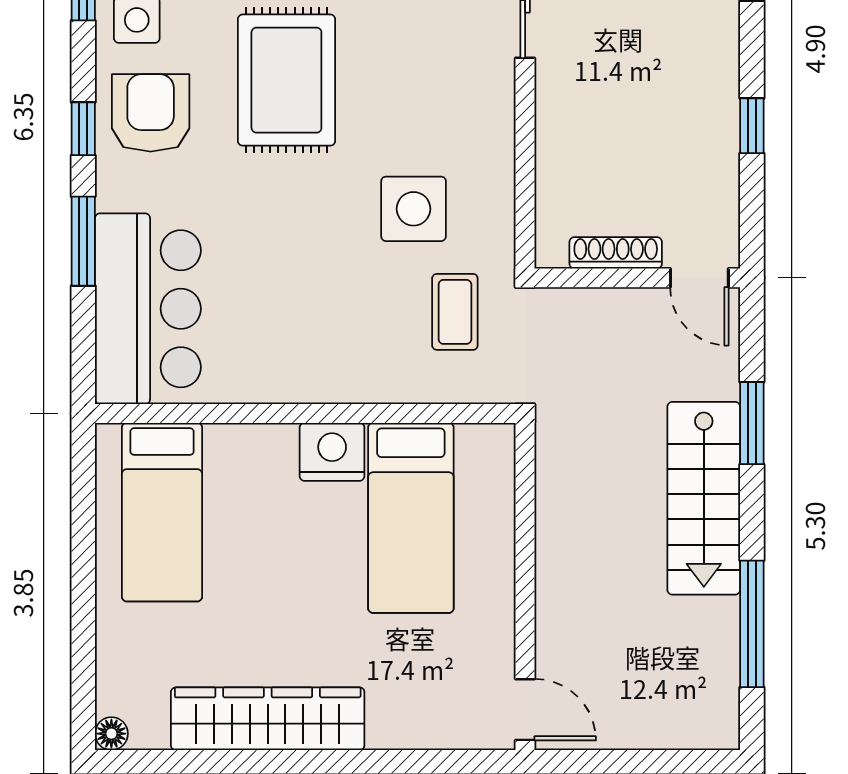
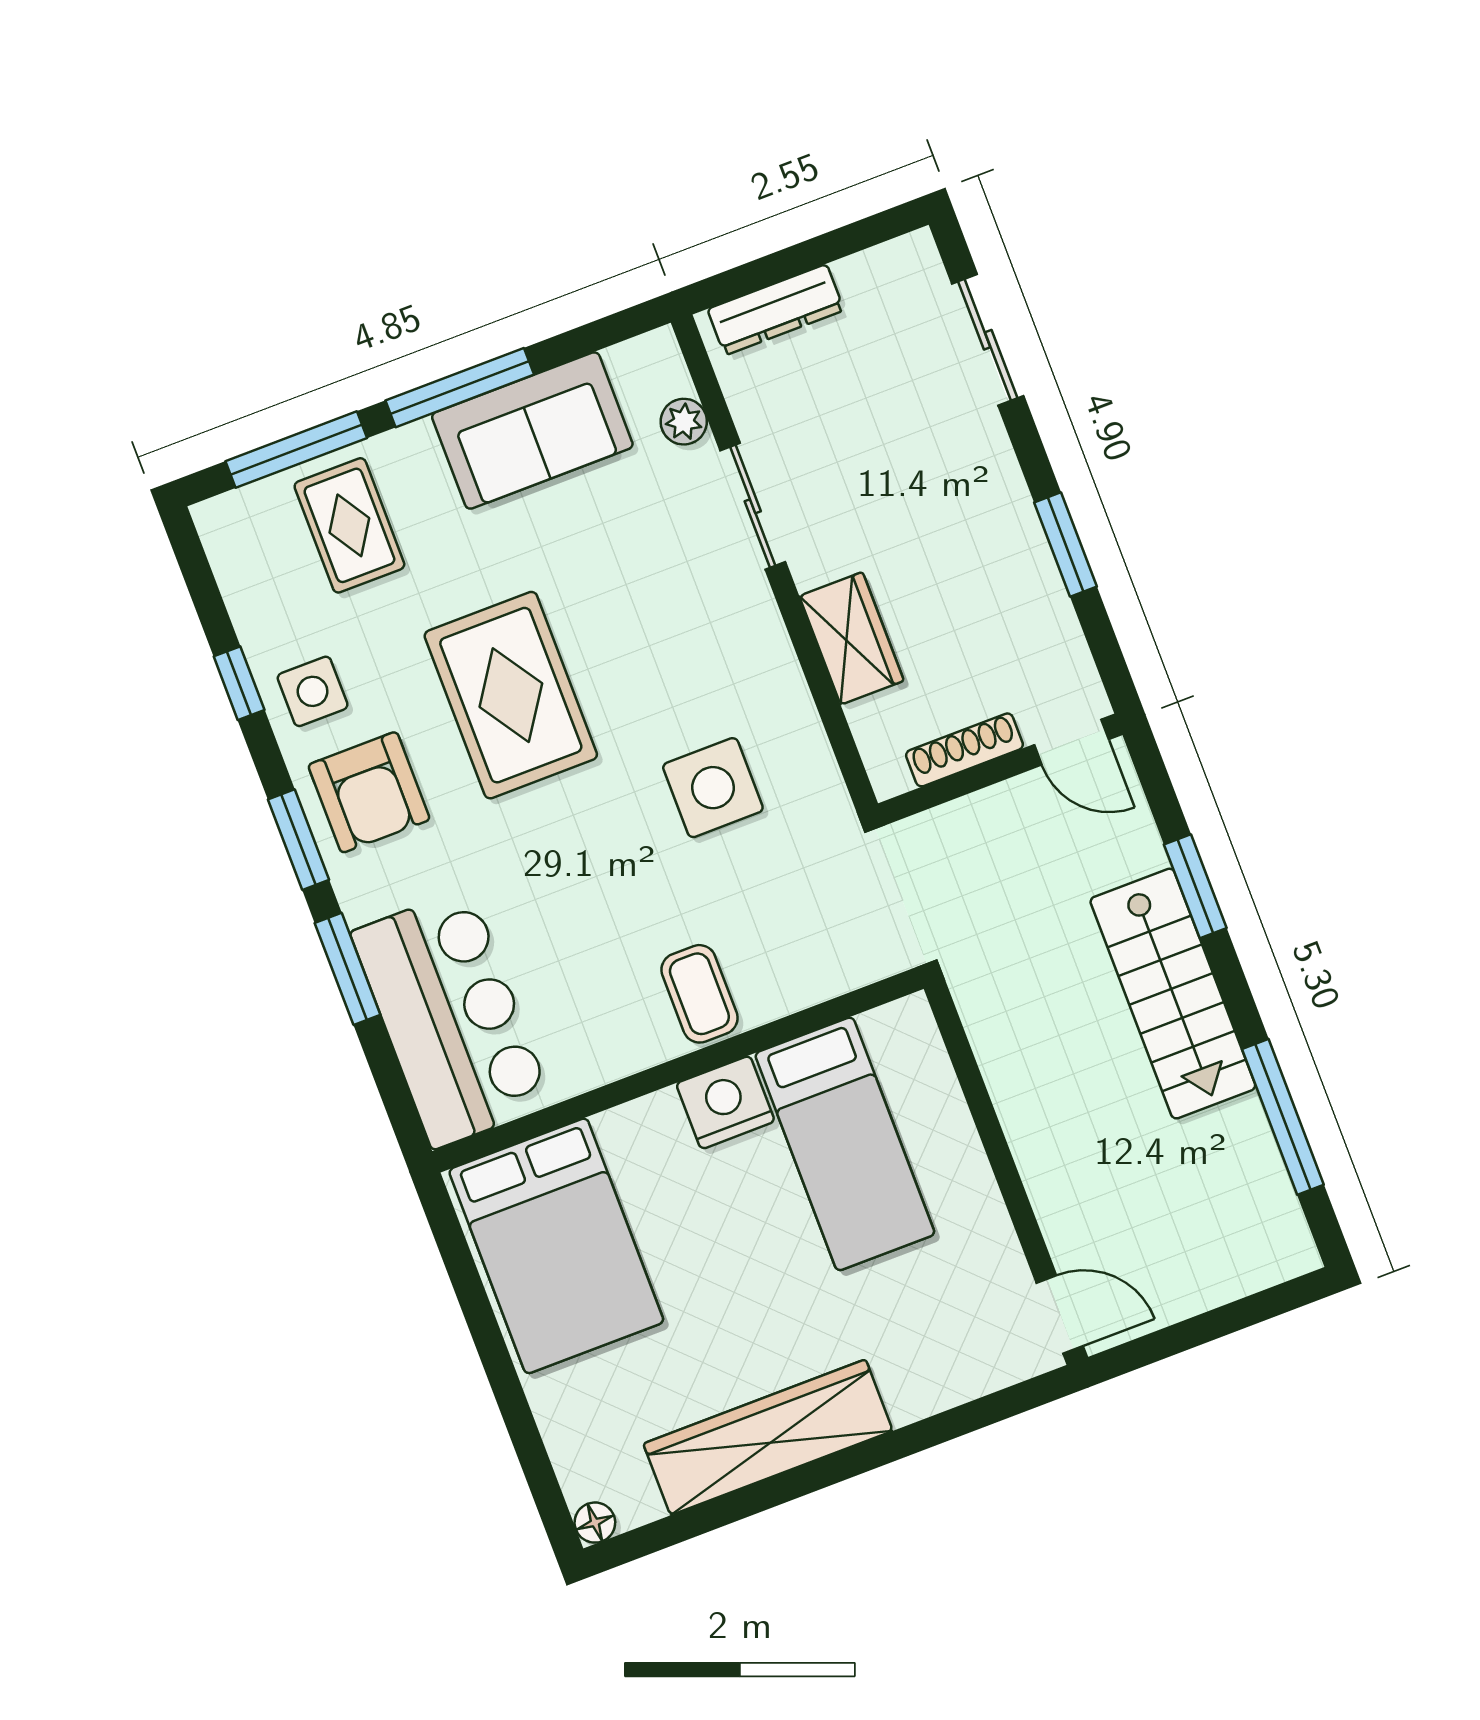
armchair: (151, 113) -> (369, 792), turned 180
window: (752, 126) -> (1065, 545), width x1.50
window: (83, 129) -> (298, 840), width x1.50
wardrobe: (562, 135) -> (852, 638), added
coffee table: (455, 312) -> (699, 994), moved
bed: (162, 512) -> (556, 1246), width x1.50

